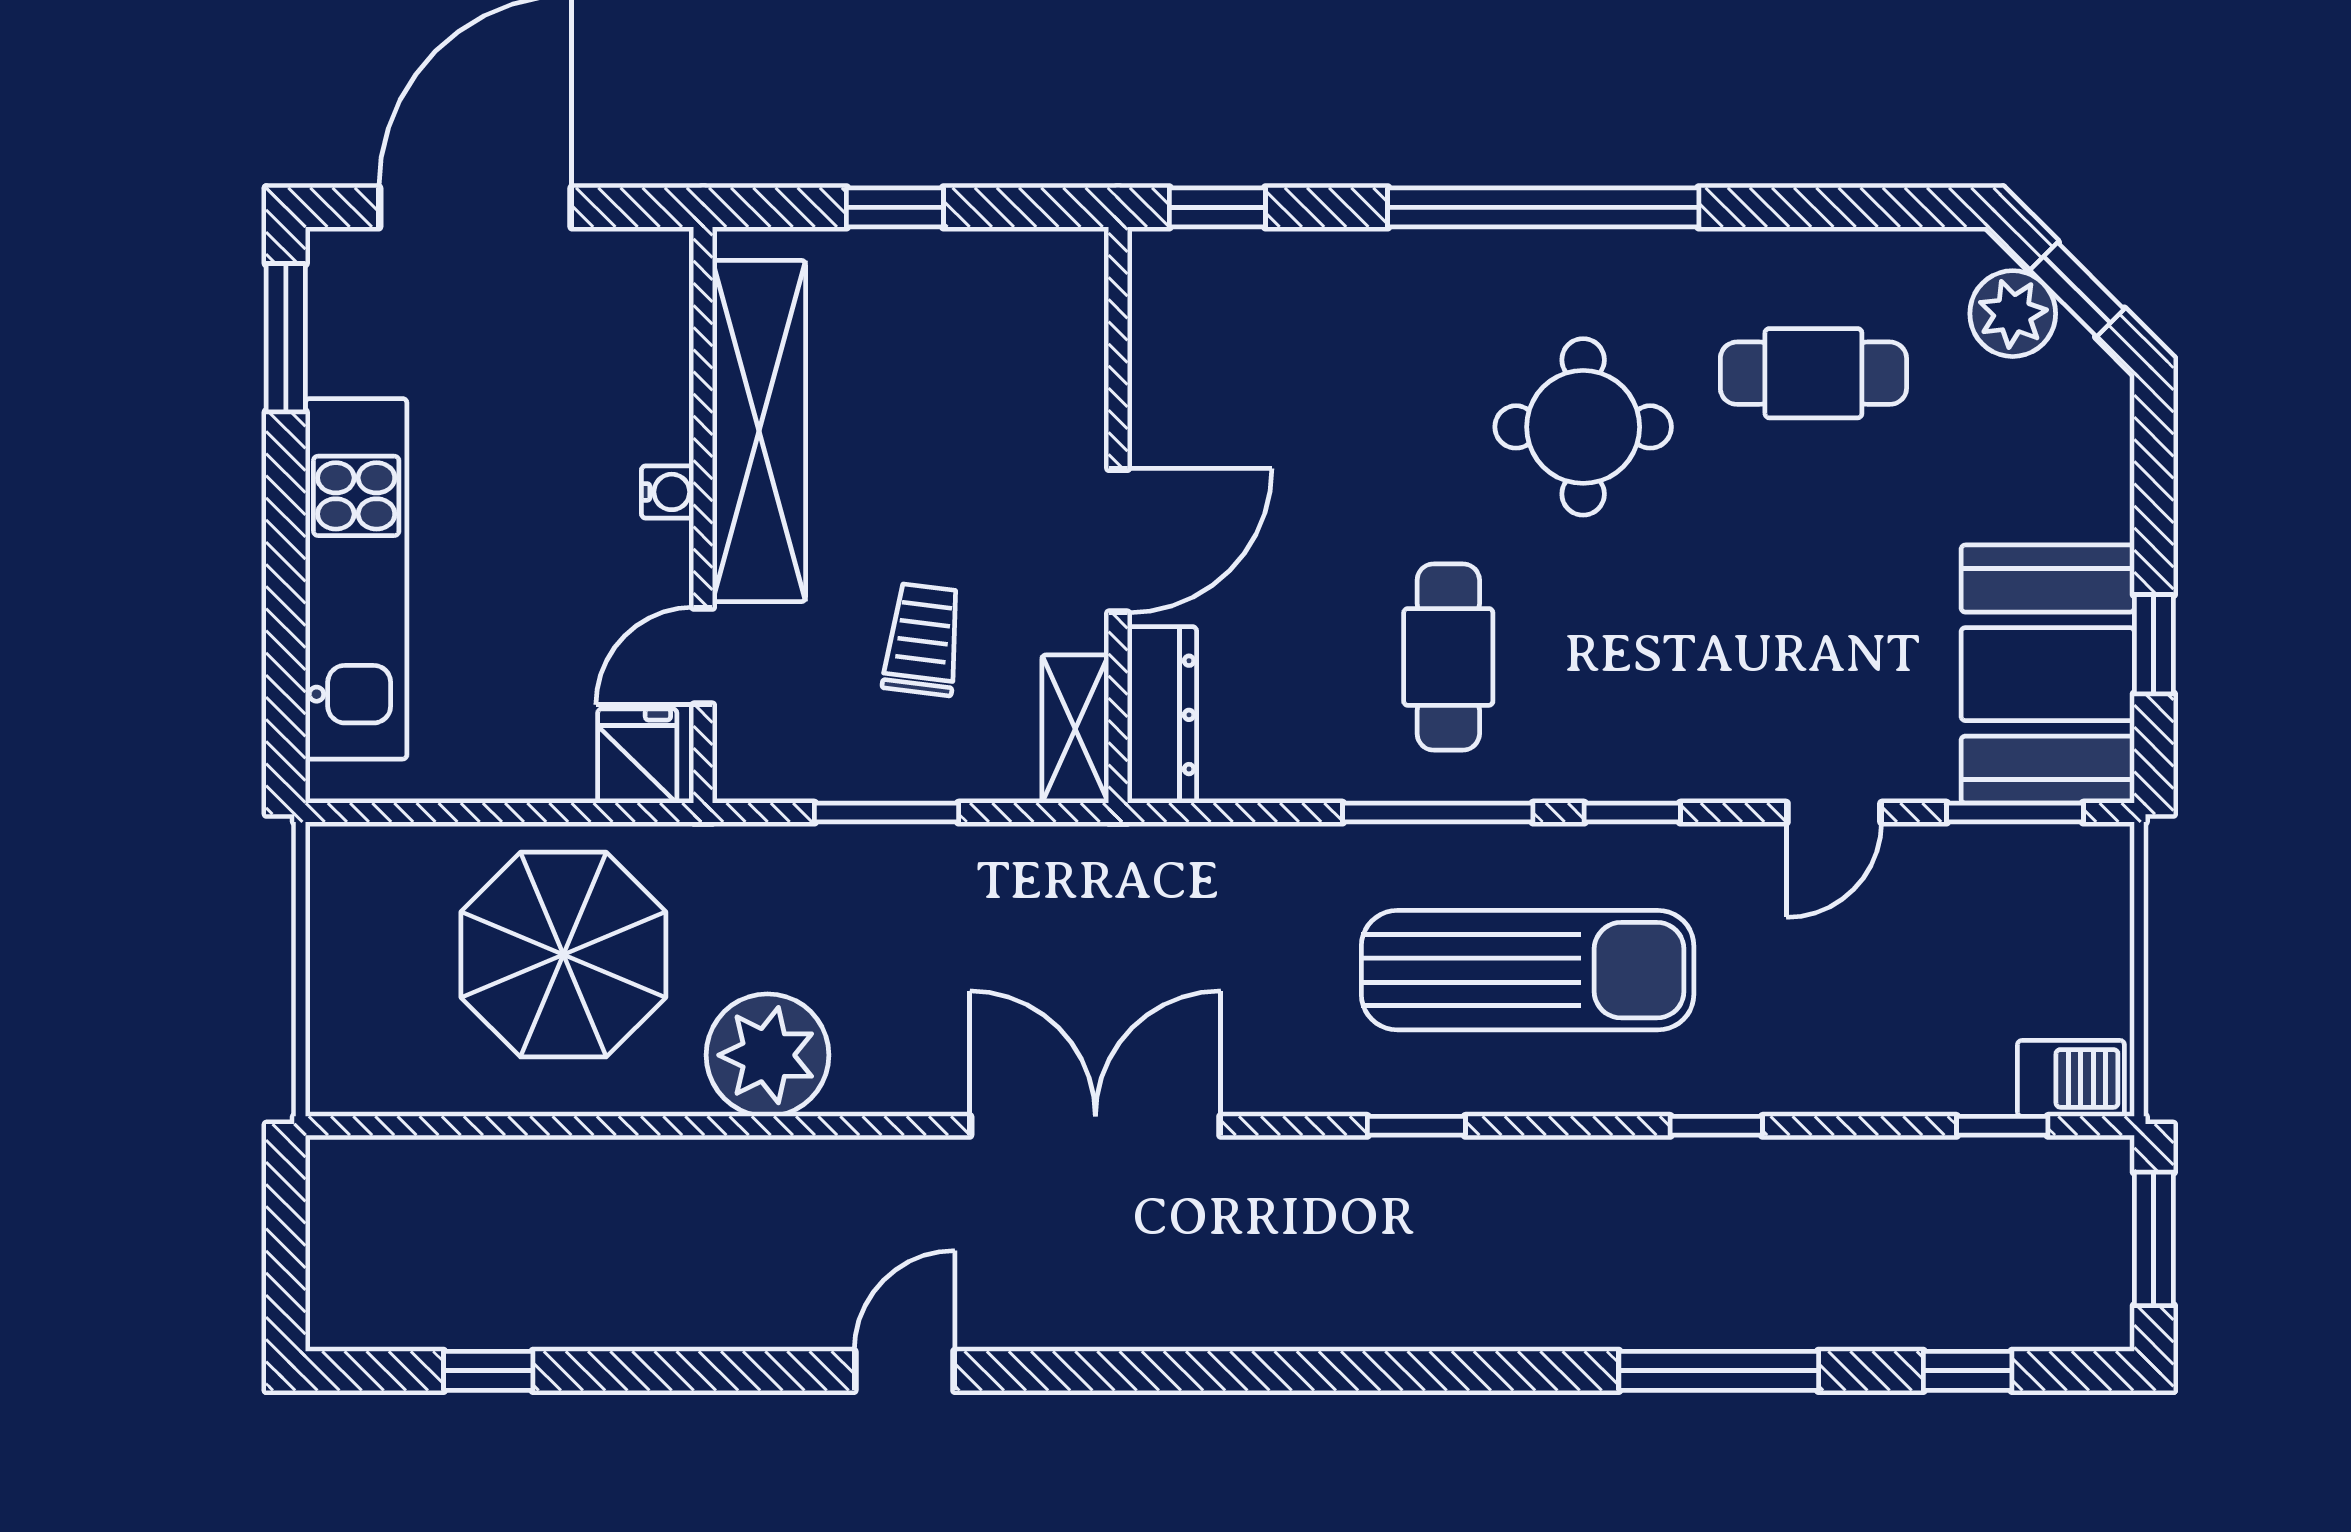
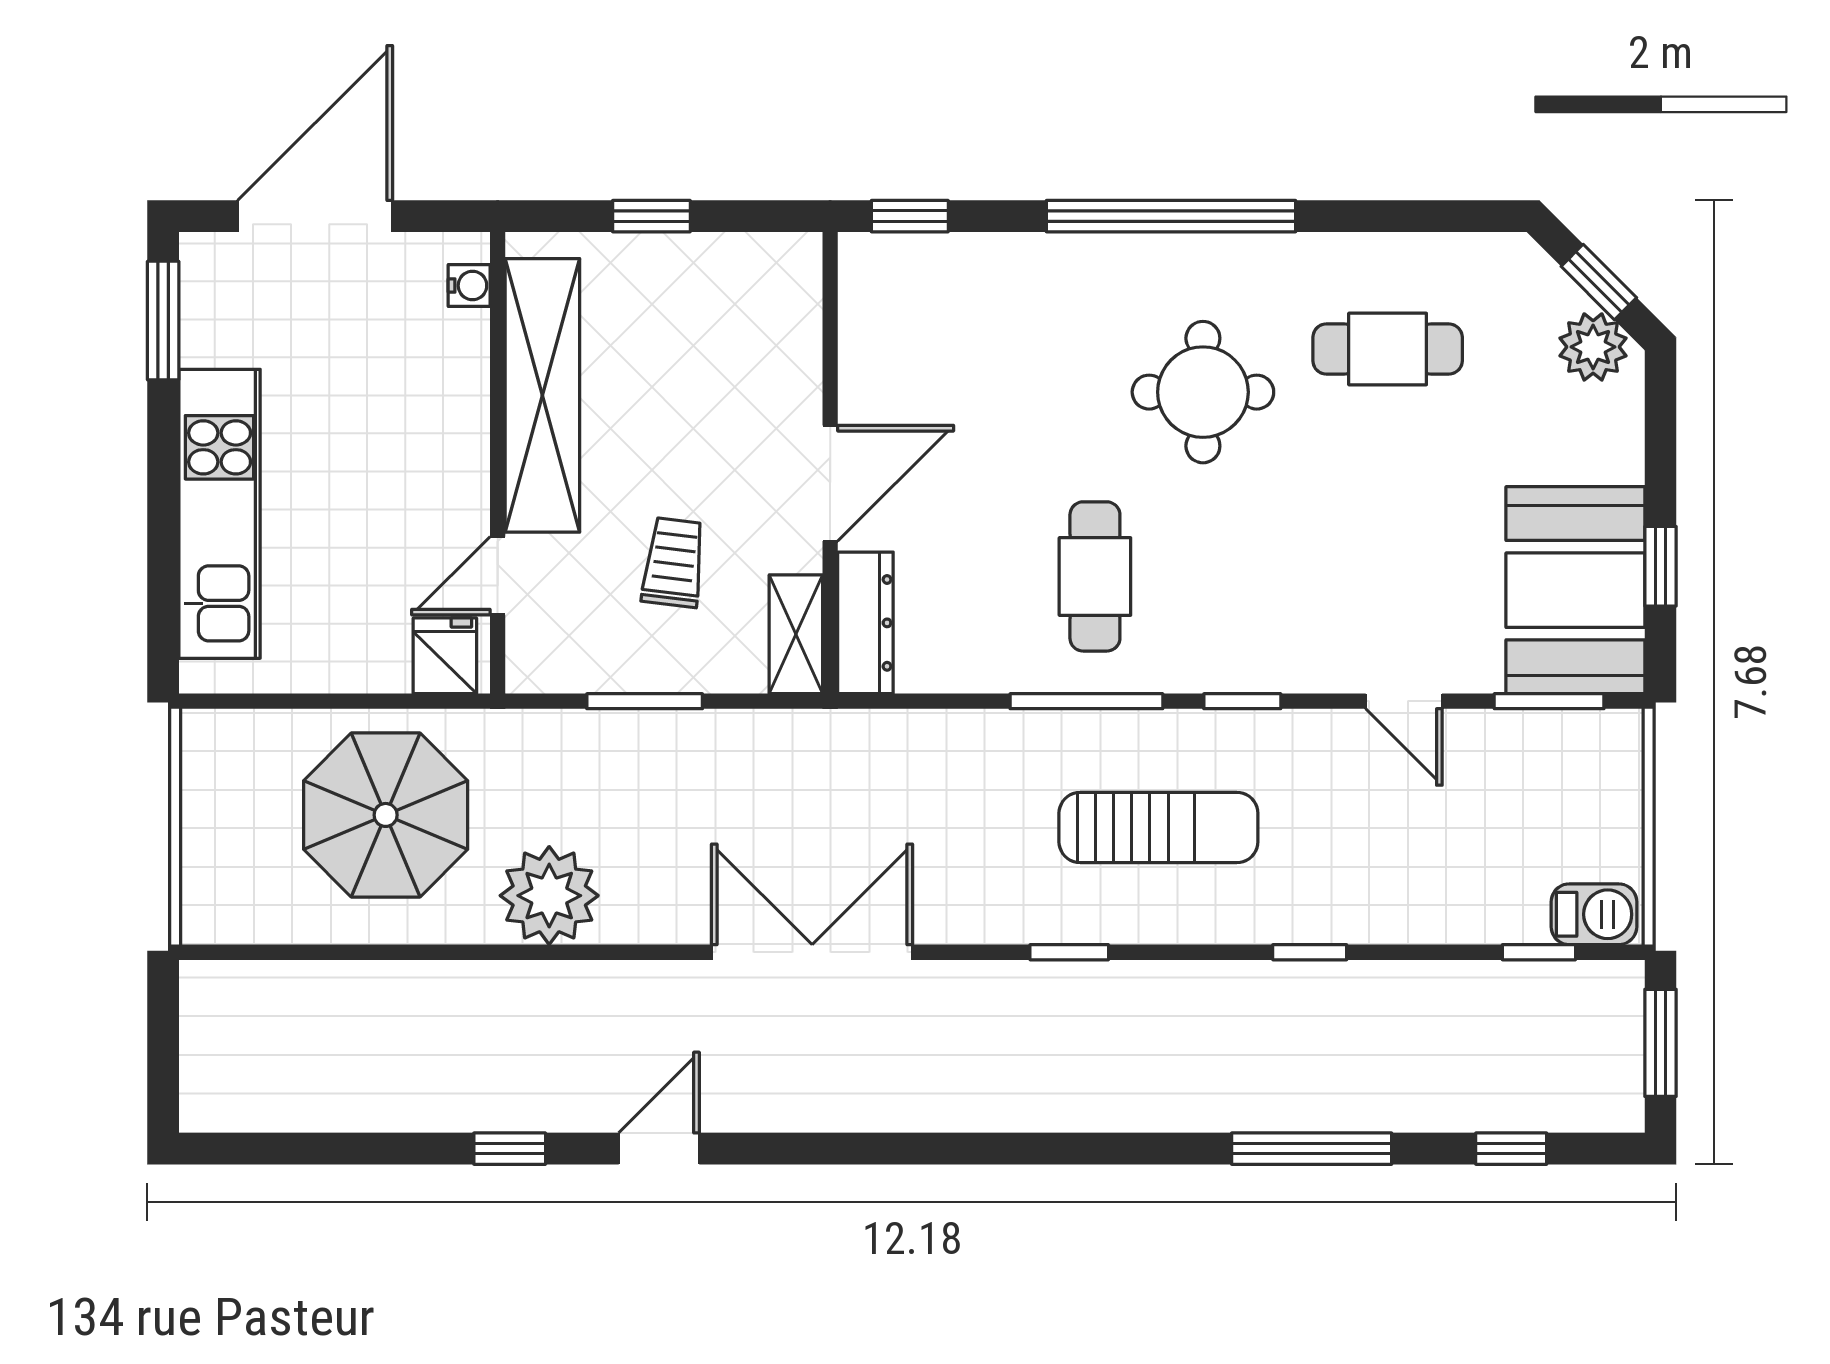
plant: (2013, 314) -> (1593, 347), moved
water cooler: (668, 492) -> (469, 286), moved
door: (1834, 813) -> (1404, 701), hinge flipped
sun lounger: (1528, 970) -> (1158, 827), width x0.73, depth x0.75
window: (488, 1371) -> (510, 1149), moved

